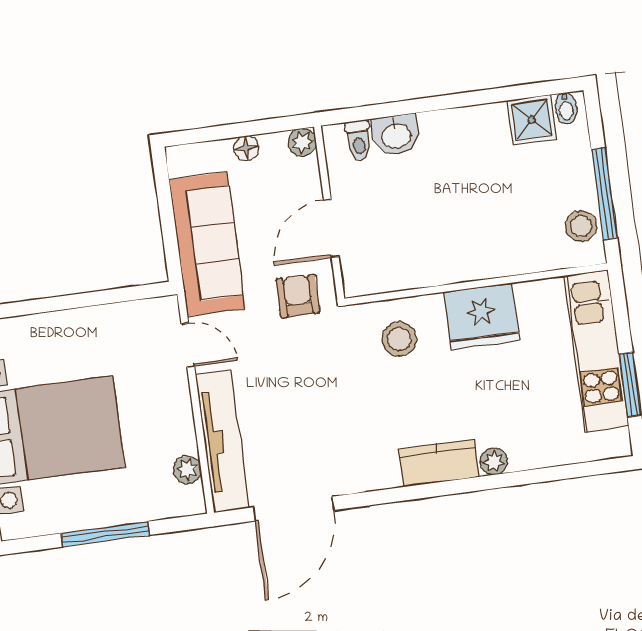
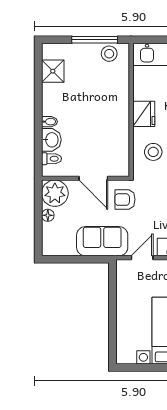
bidet: (566, 108) -> (49, 122), moved
plant: (302, 142) -> (55, 193), width x1.87, depth x1.87
sofa: (207, 244) -> (102, 241), width x0.73
fridge: (482, 316) -> (144, 114), width x0.73, depth x0.75

